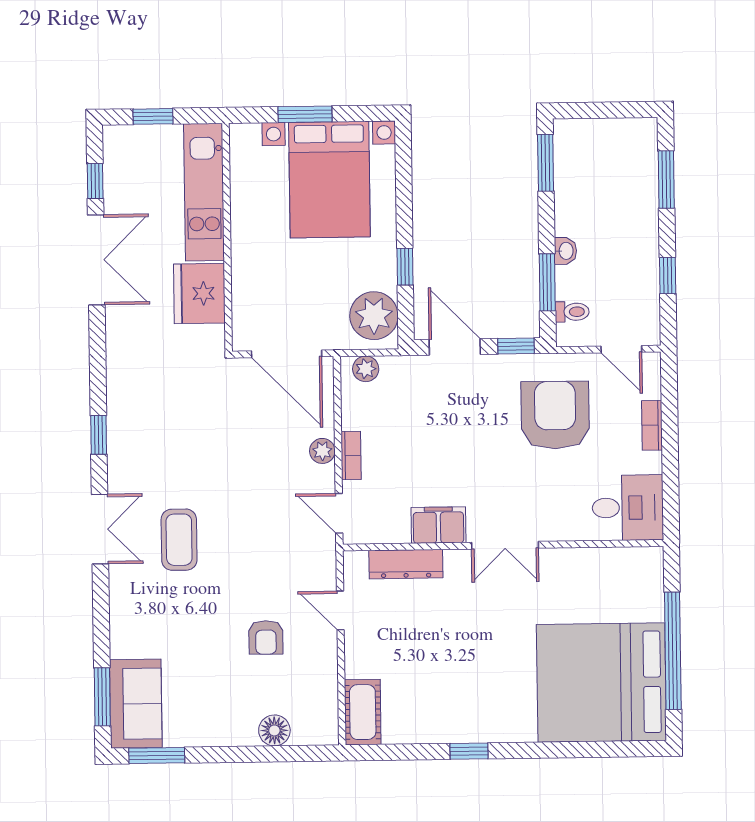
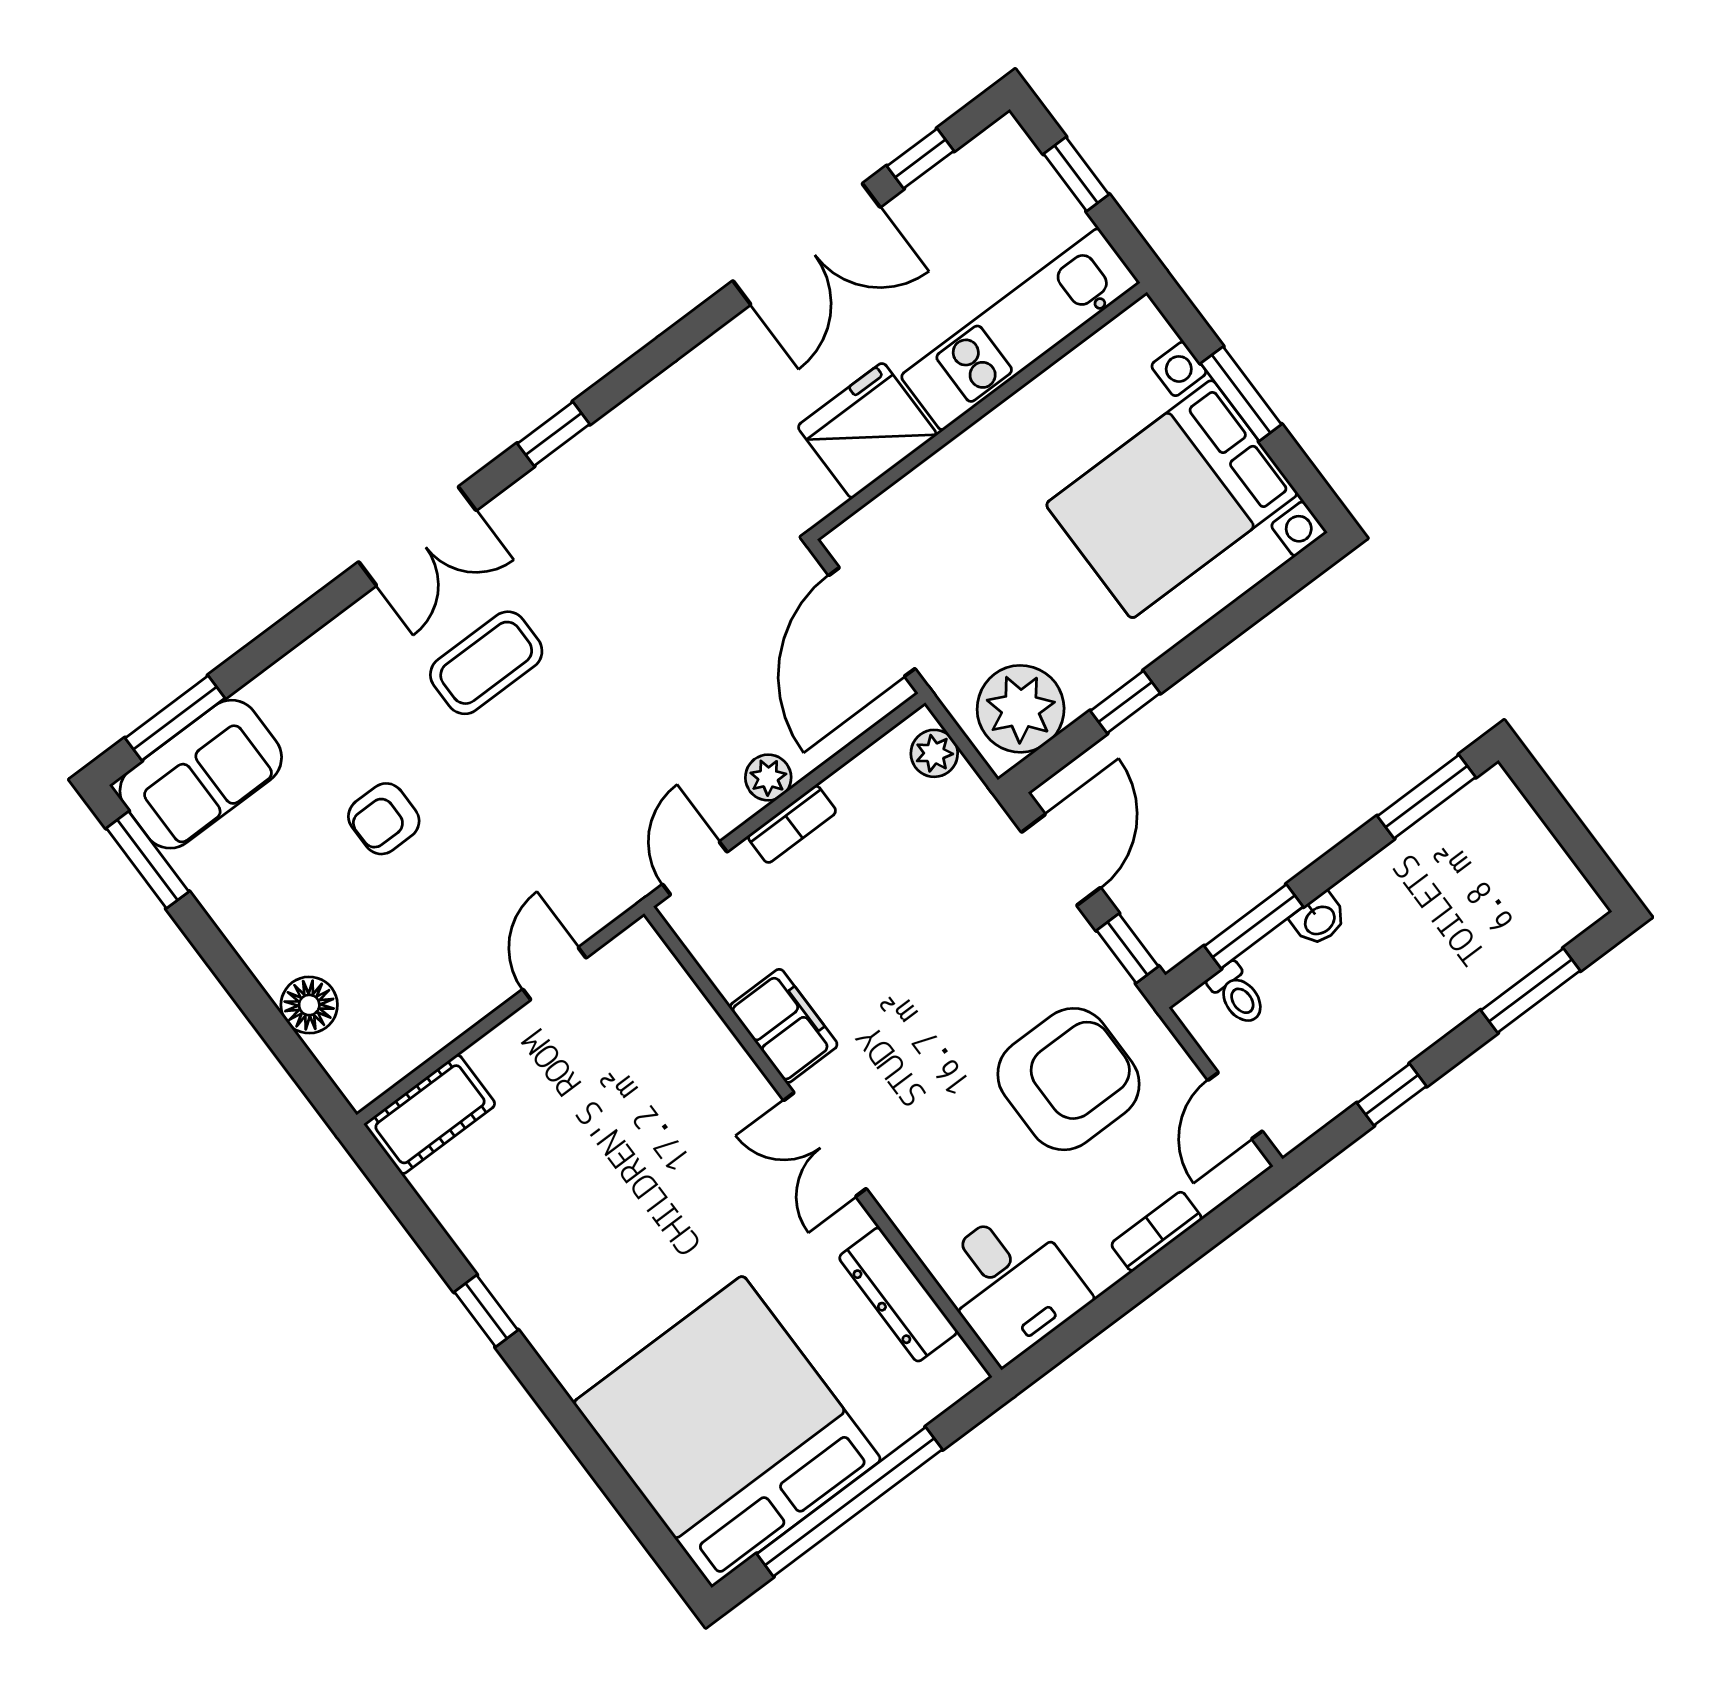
dresser: (406, 564) -> (898, 1295), moved
armchair: (266, 637) -> (384, 819), moved

